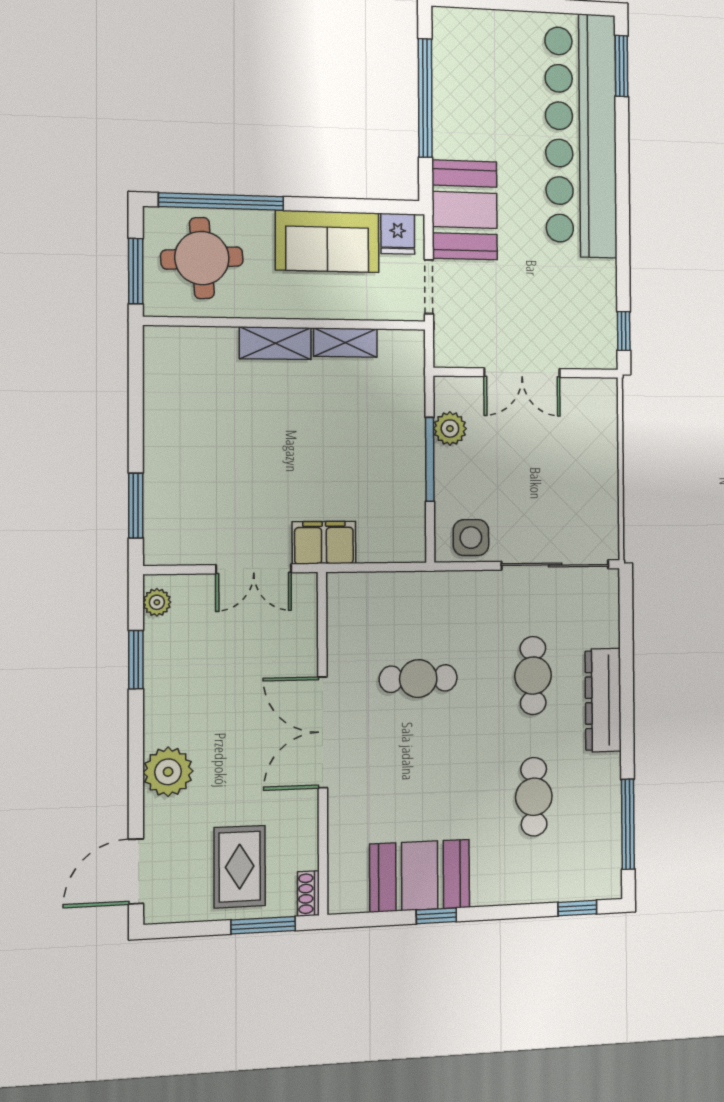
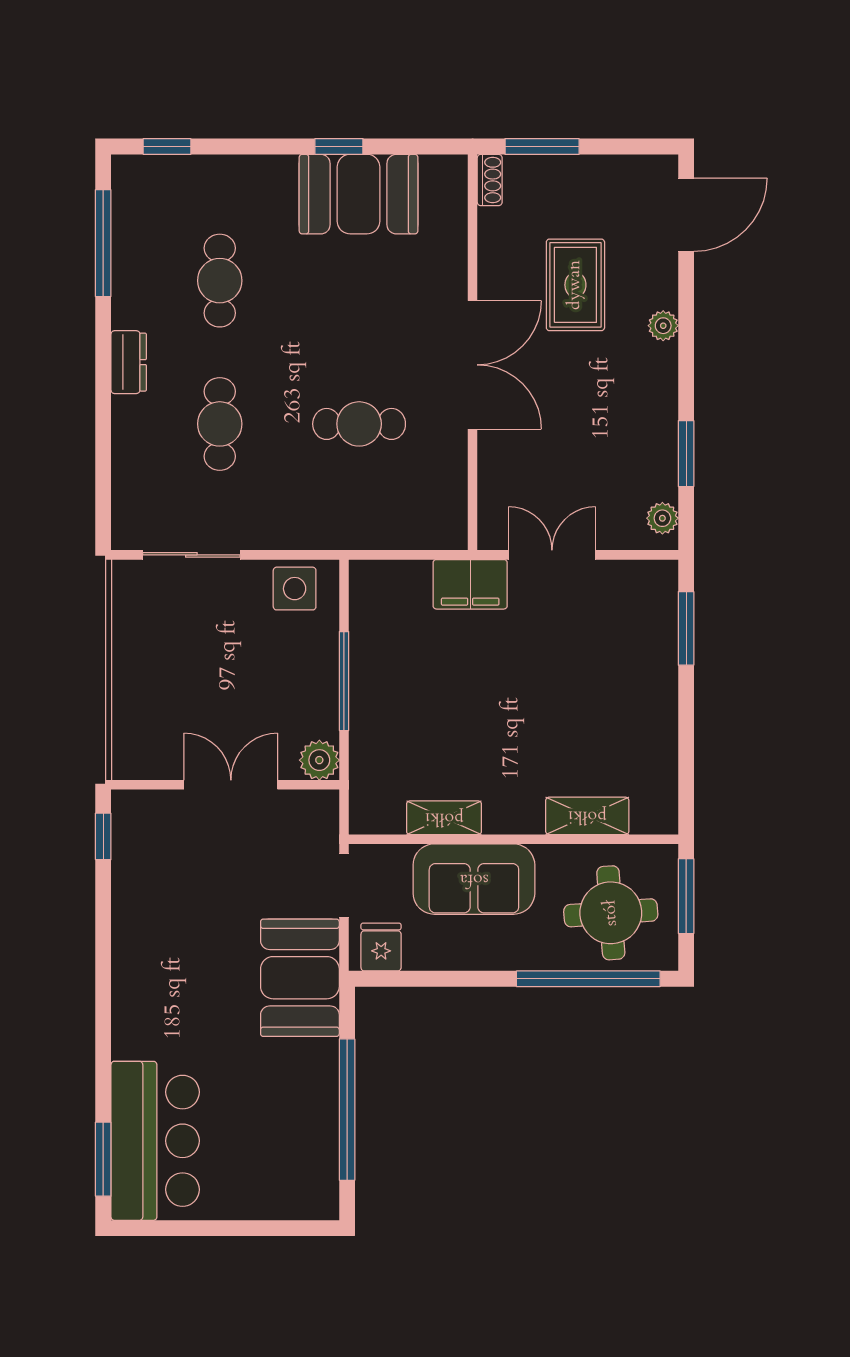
bar counter: (581, 135) -> (155, 1141), width x0.54
sofa: (327, 241) -> (474, 879), moved, turned 180
shelving: (275, 343) -> (587, 816), moved
plant: (450, 429) -> (319, 760), moved
sliding door: (555, 565) -> (191, 555), width x0.73
dresser: (603, 700) -> (129, 362), width x0.51, depth x0.80
plant: (168, 772) -> (663, 326), width x0.53, depth x0.53
rug: (240, 867) -> (575, 285), moved

